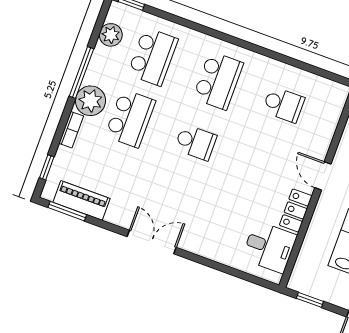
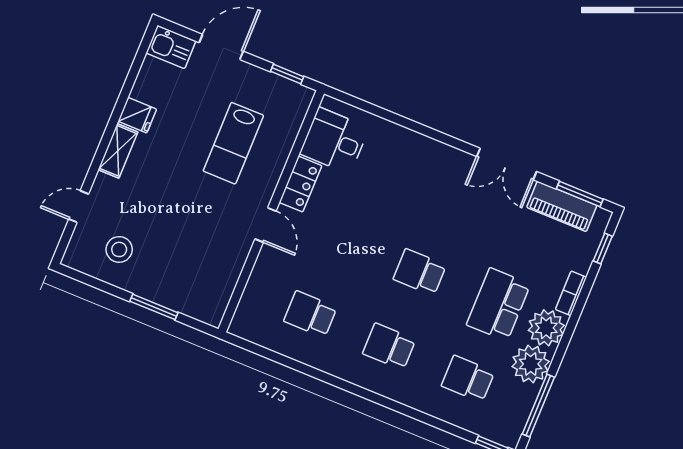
plant: (111, 35) -> (531, 364), moved, width x1.36, depth x1.36
school desk: (153, 57) -> (468, 379), width x0.54
window: (81, 72) -> (538, 406), moved
school desk: (218, 81) -> (389, 346), width x0.54
double door: (152, 242) -> (507, 164), moved

